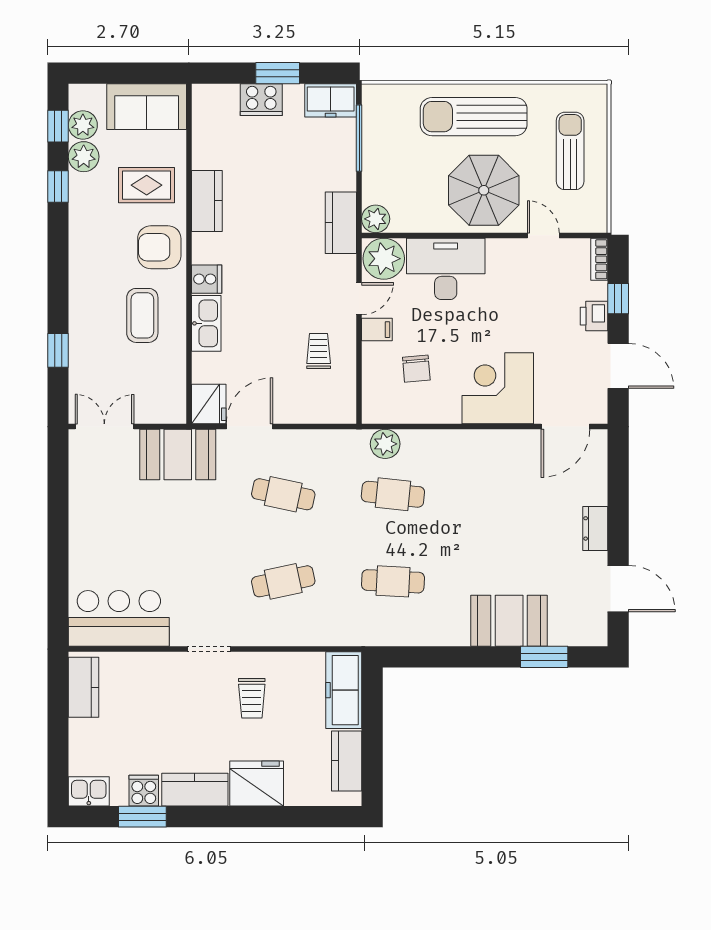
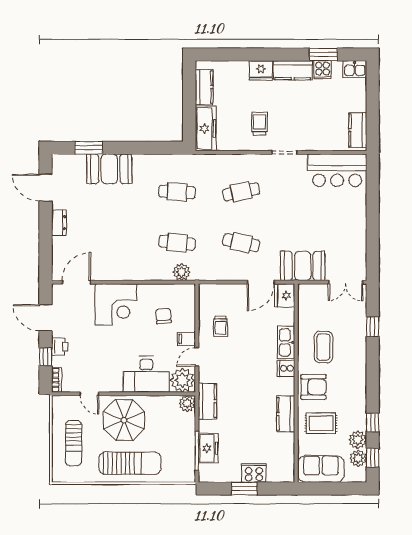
freezer: (331, 100) -> (208, 448), moved, turned 90
fridge: (257, 783) -> (261, 70), width x0.73, depth x0.75

